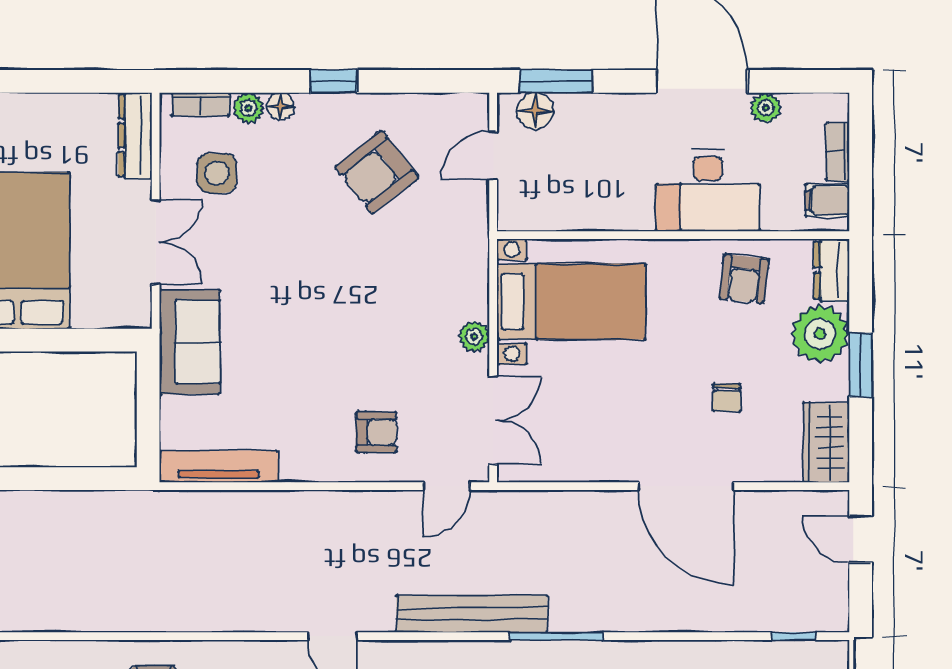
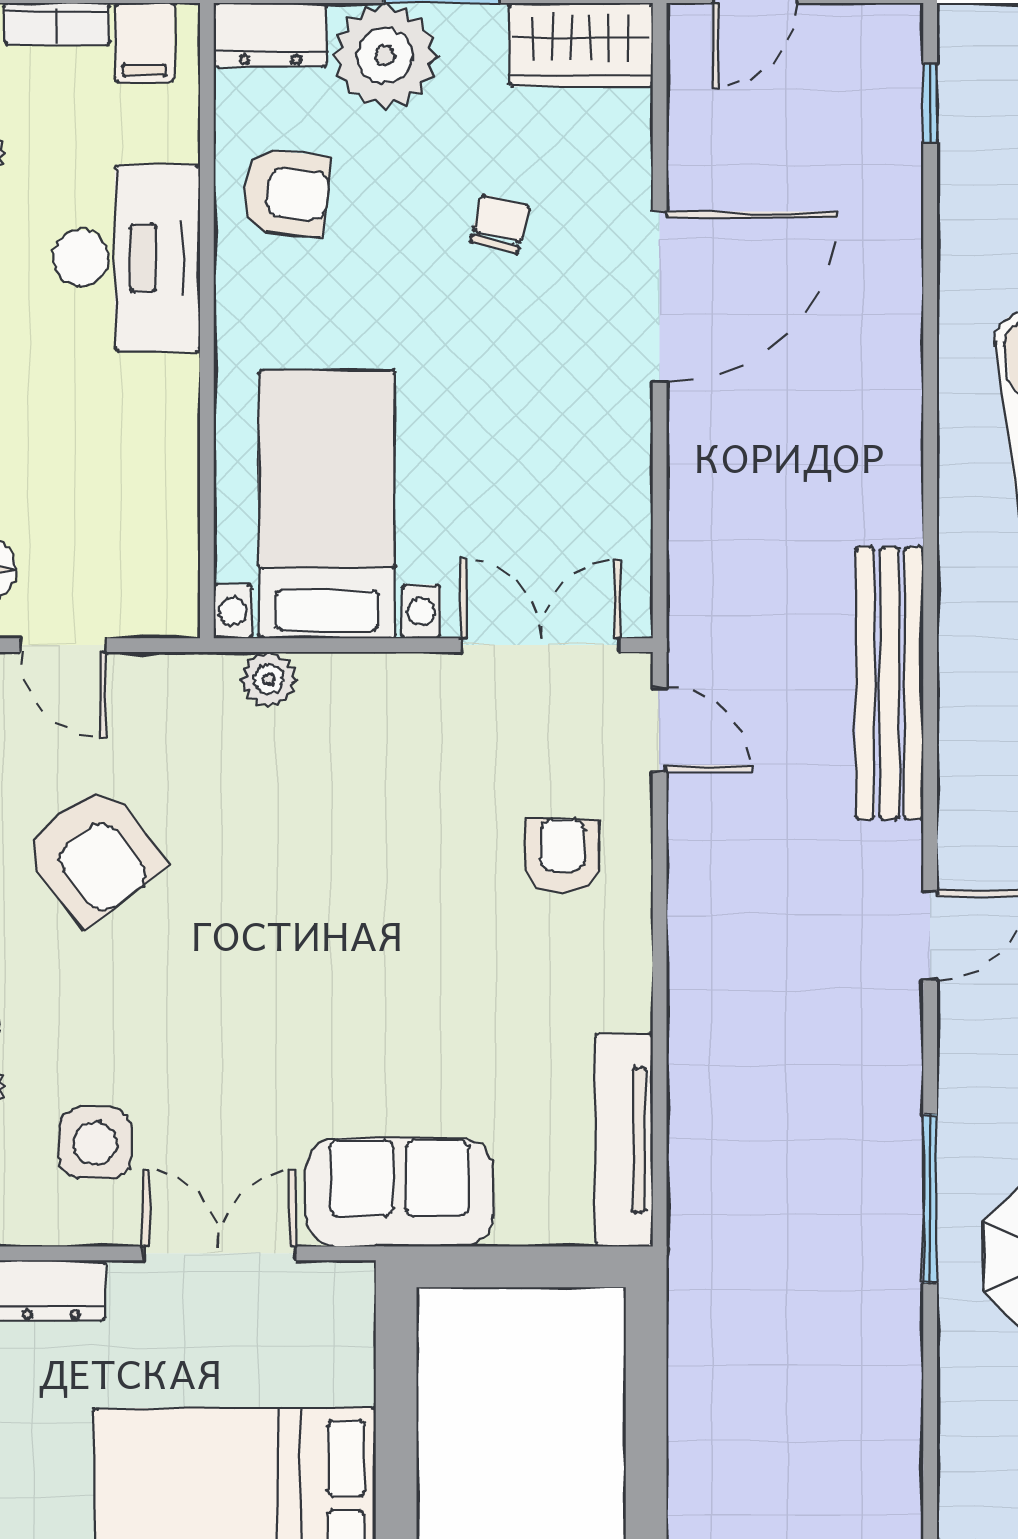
plant: (474, 336) -> (268, 680), moved
chair: (727, 398) -> (500, 224), turned -76
window: (556, 636) -> (930, 1199), moved

